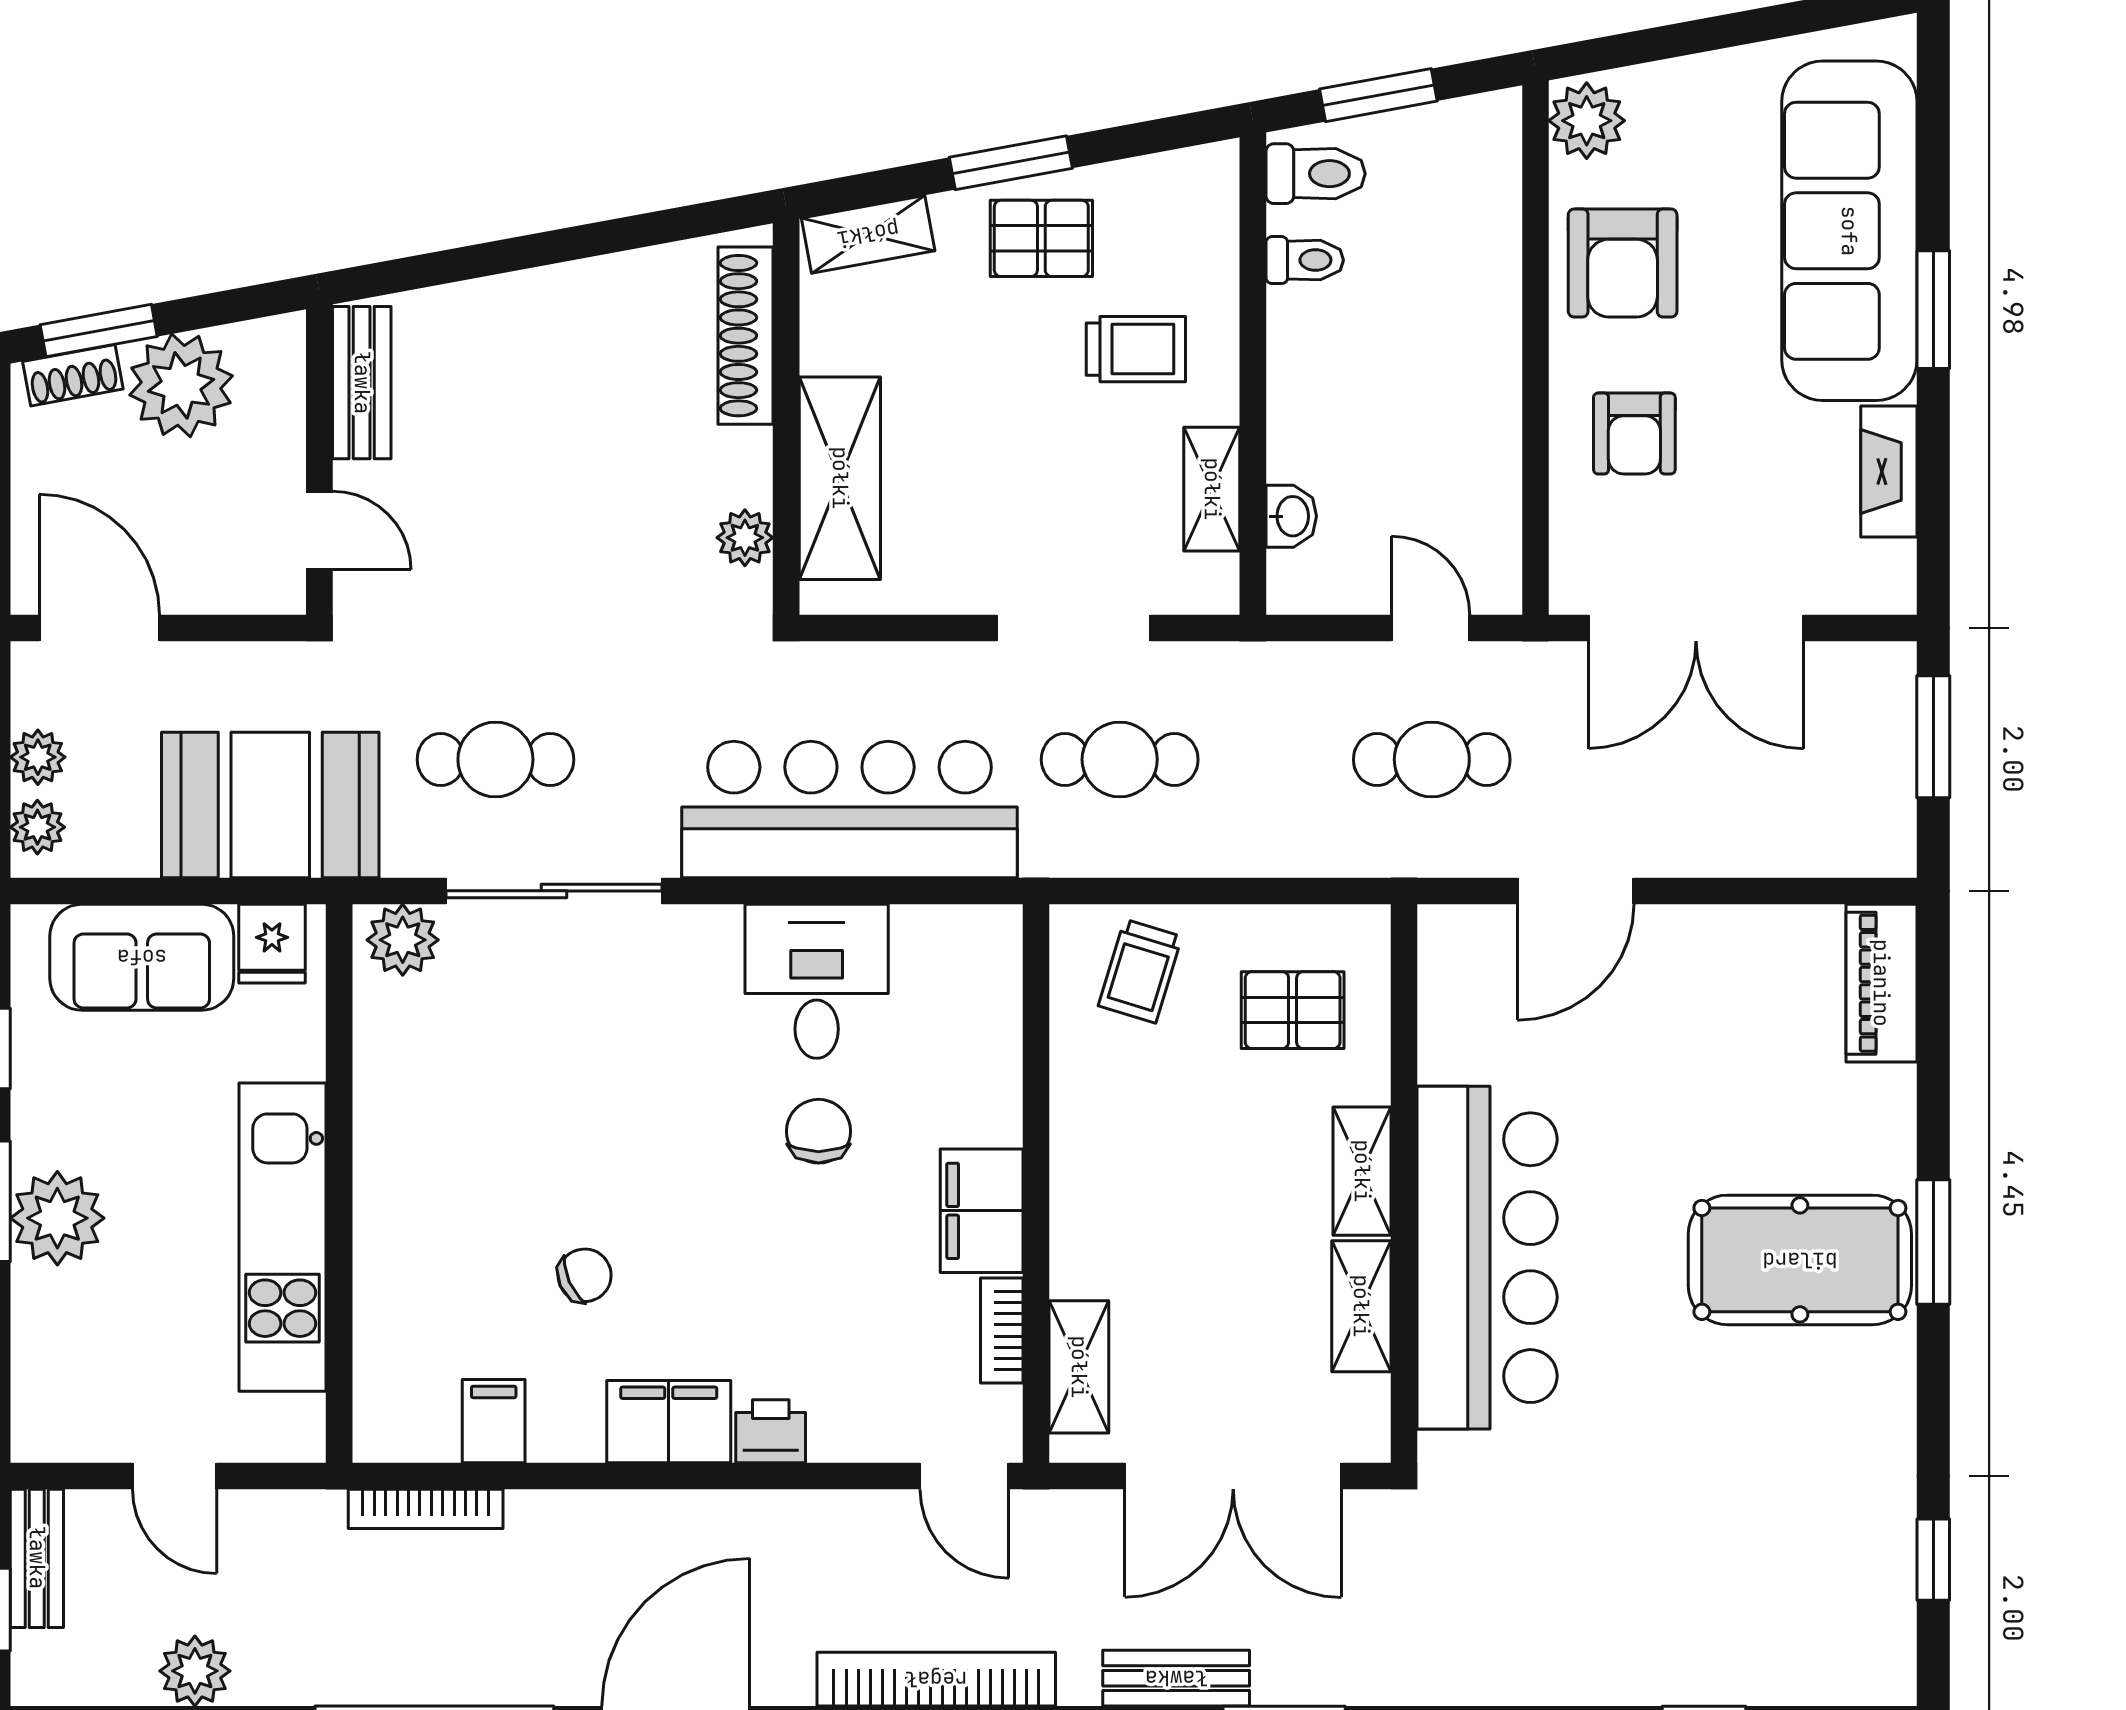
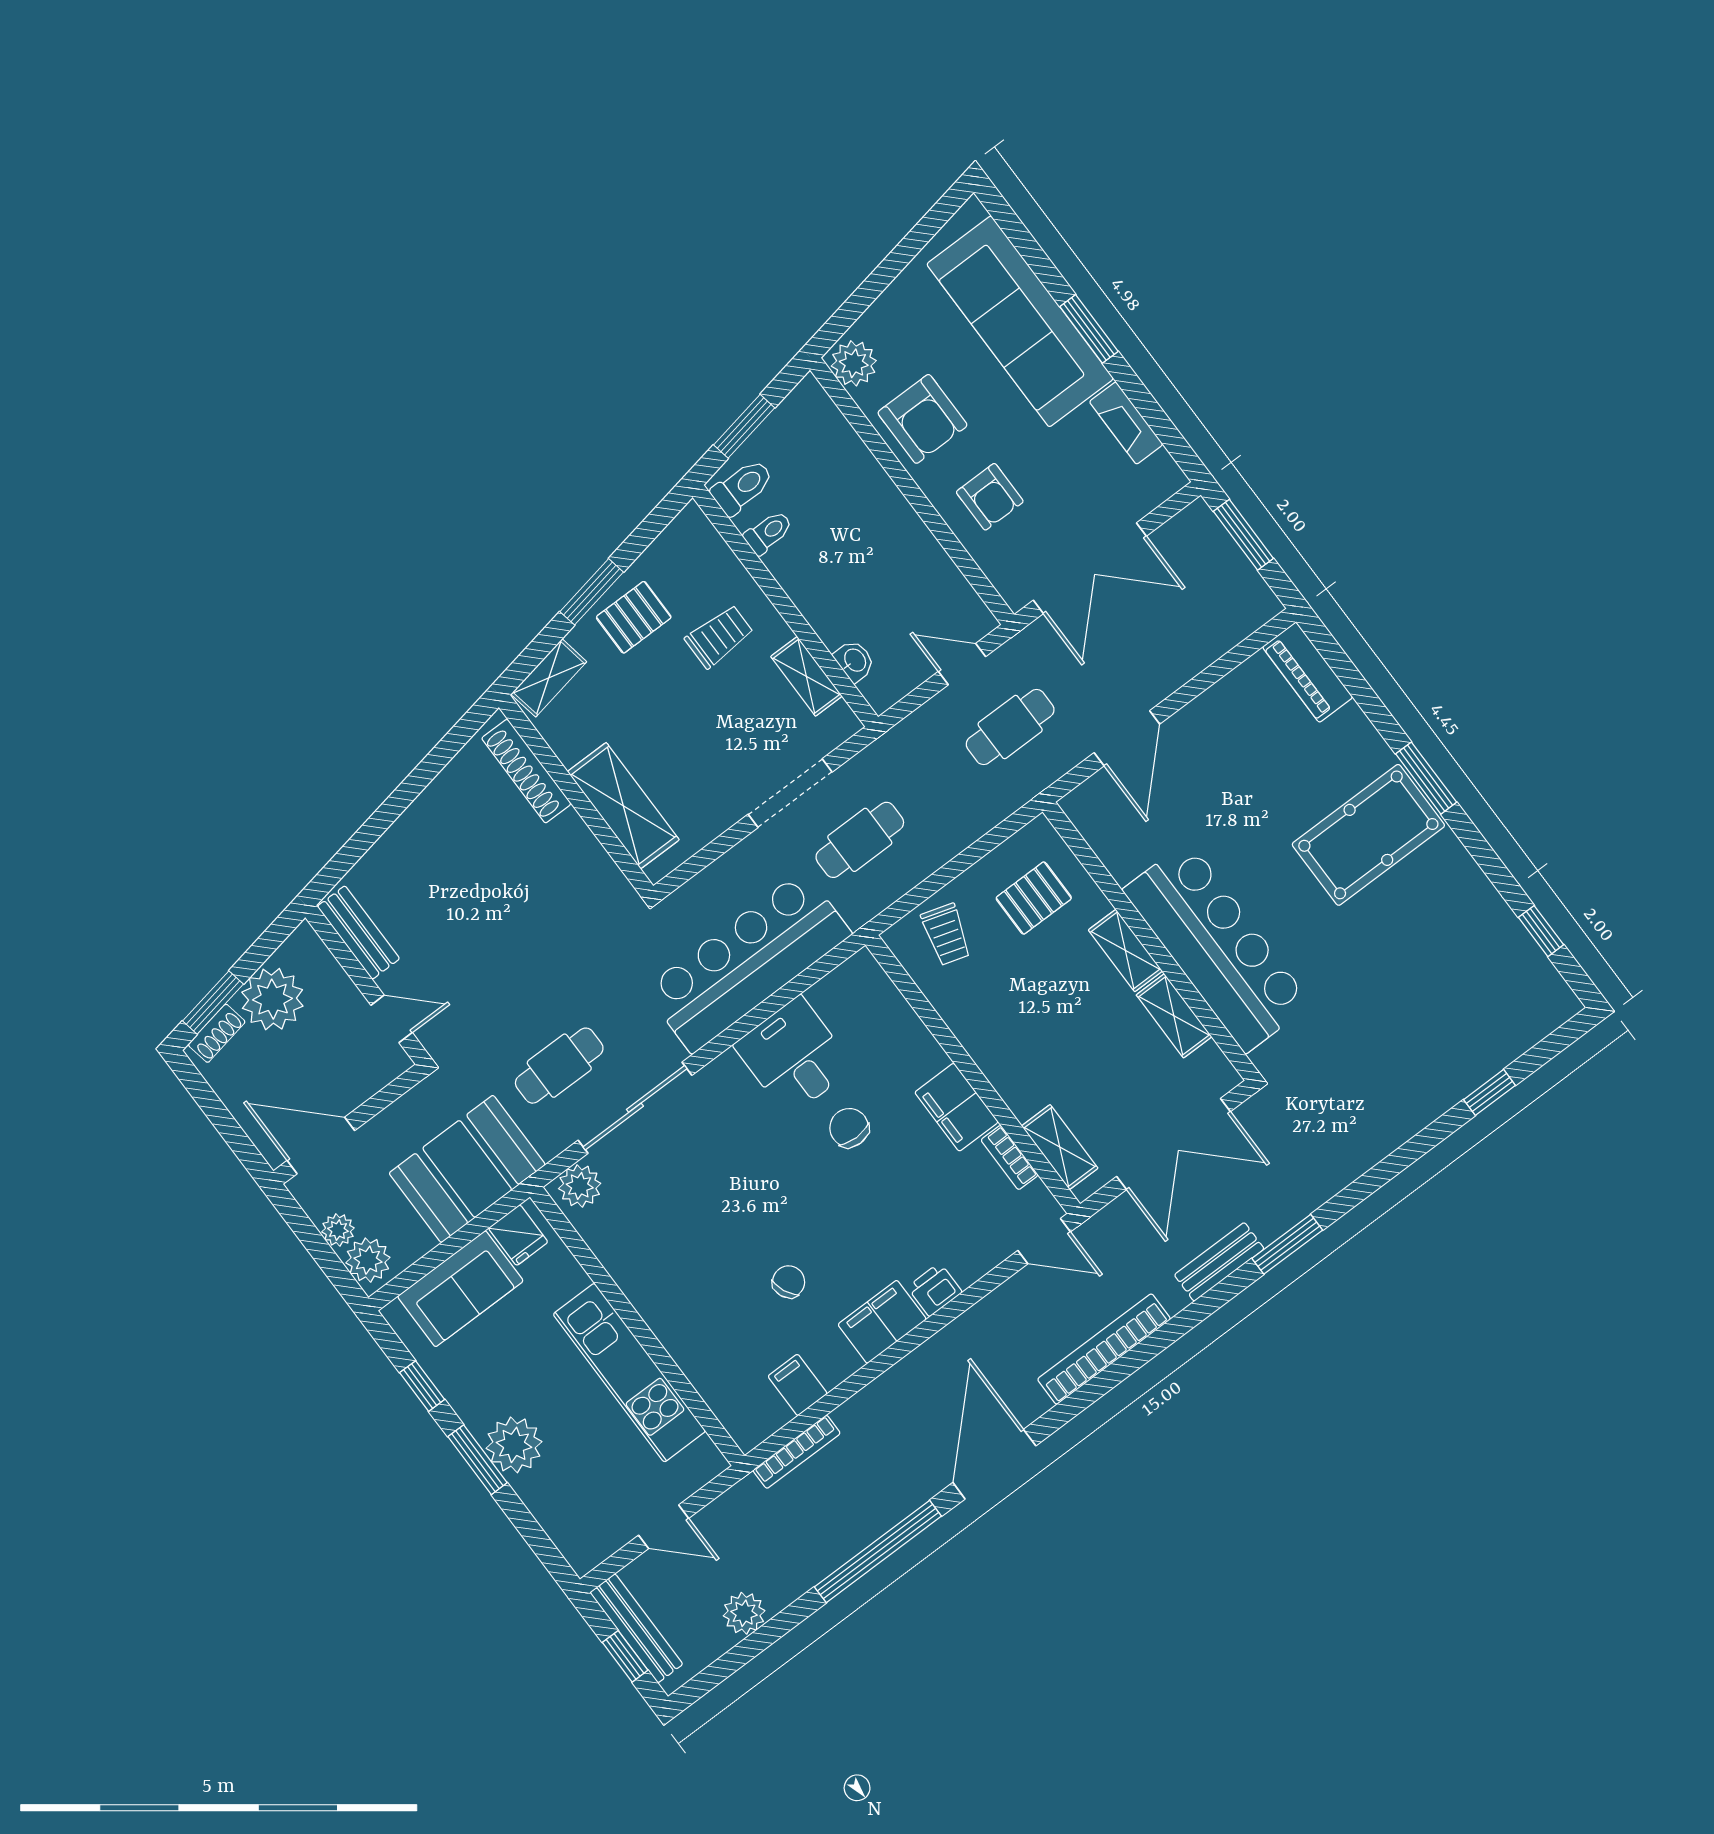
plant: (745, 538) -> (599, 869), removed
plant: (37, 827) -> (368, 1260), width x1.38, depth x1.38
bench: (37, 1558) -> (636, 1628), width x1.36

